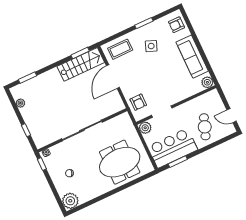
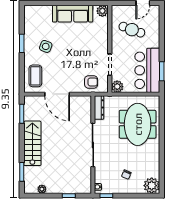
armchair: (177, 25) -> (37, 14), removed
stairs: (81, 64) -> (32, 143), moved
dresser: (119, 120) -> (99, 108), added
cafe table: (205, 127) -> (132, 30), moved

